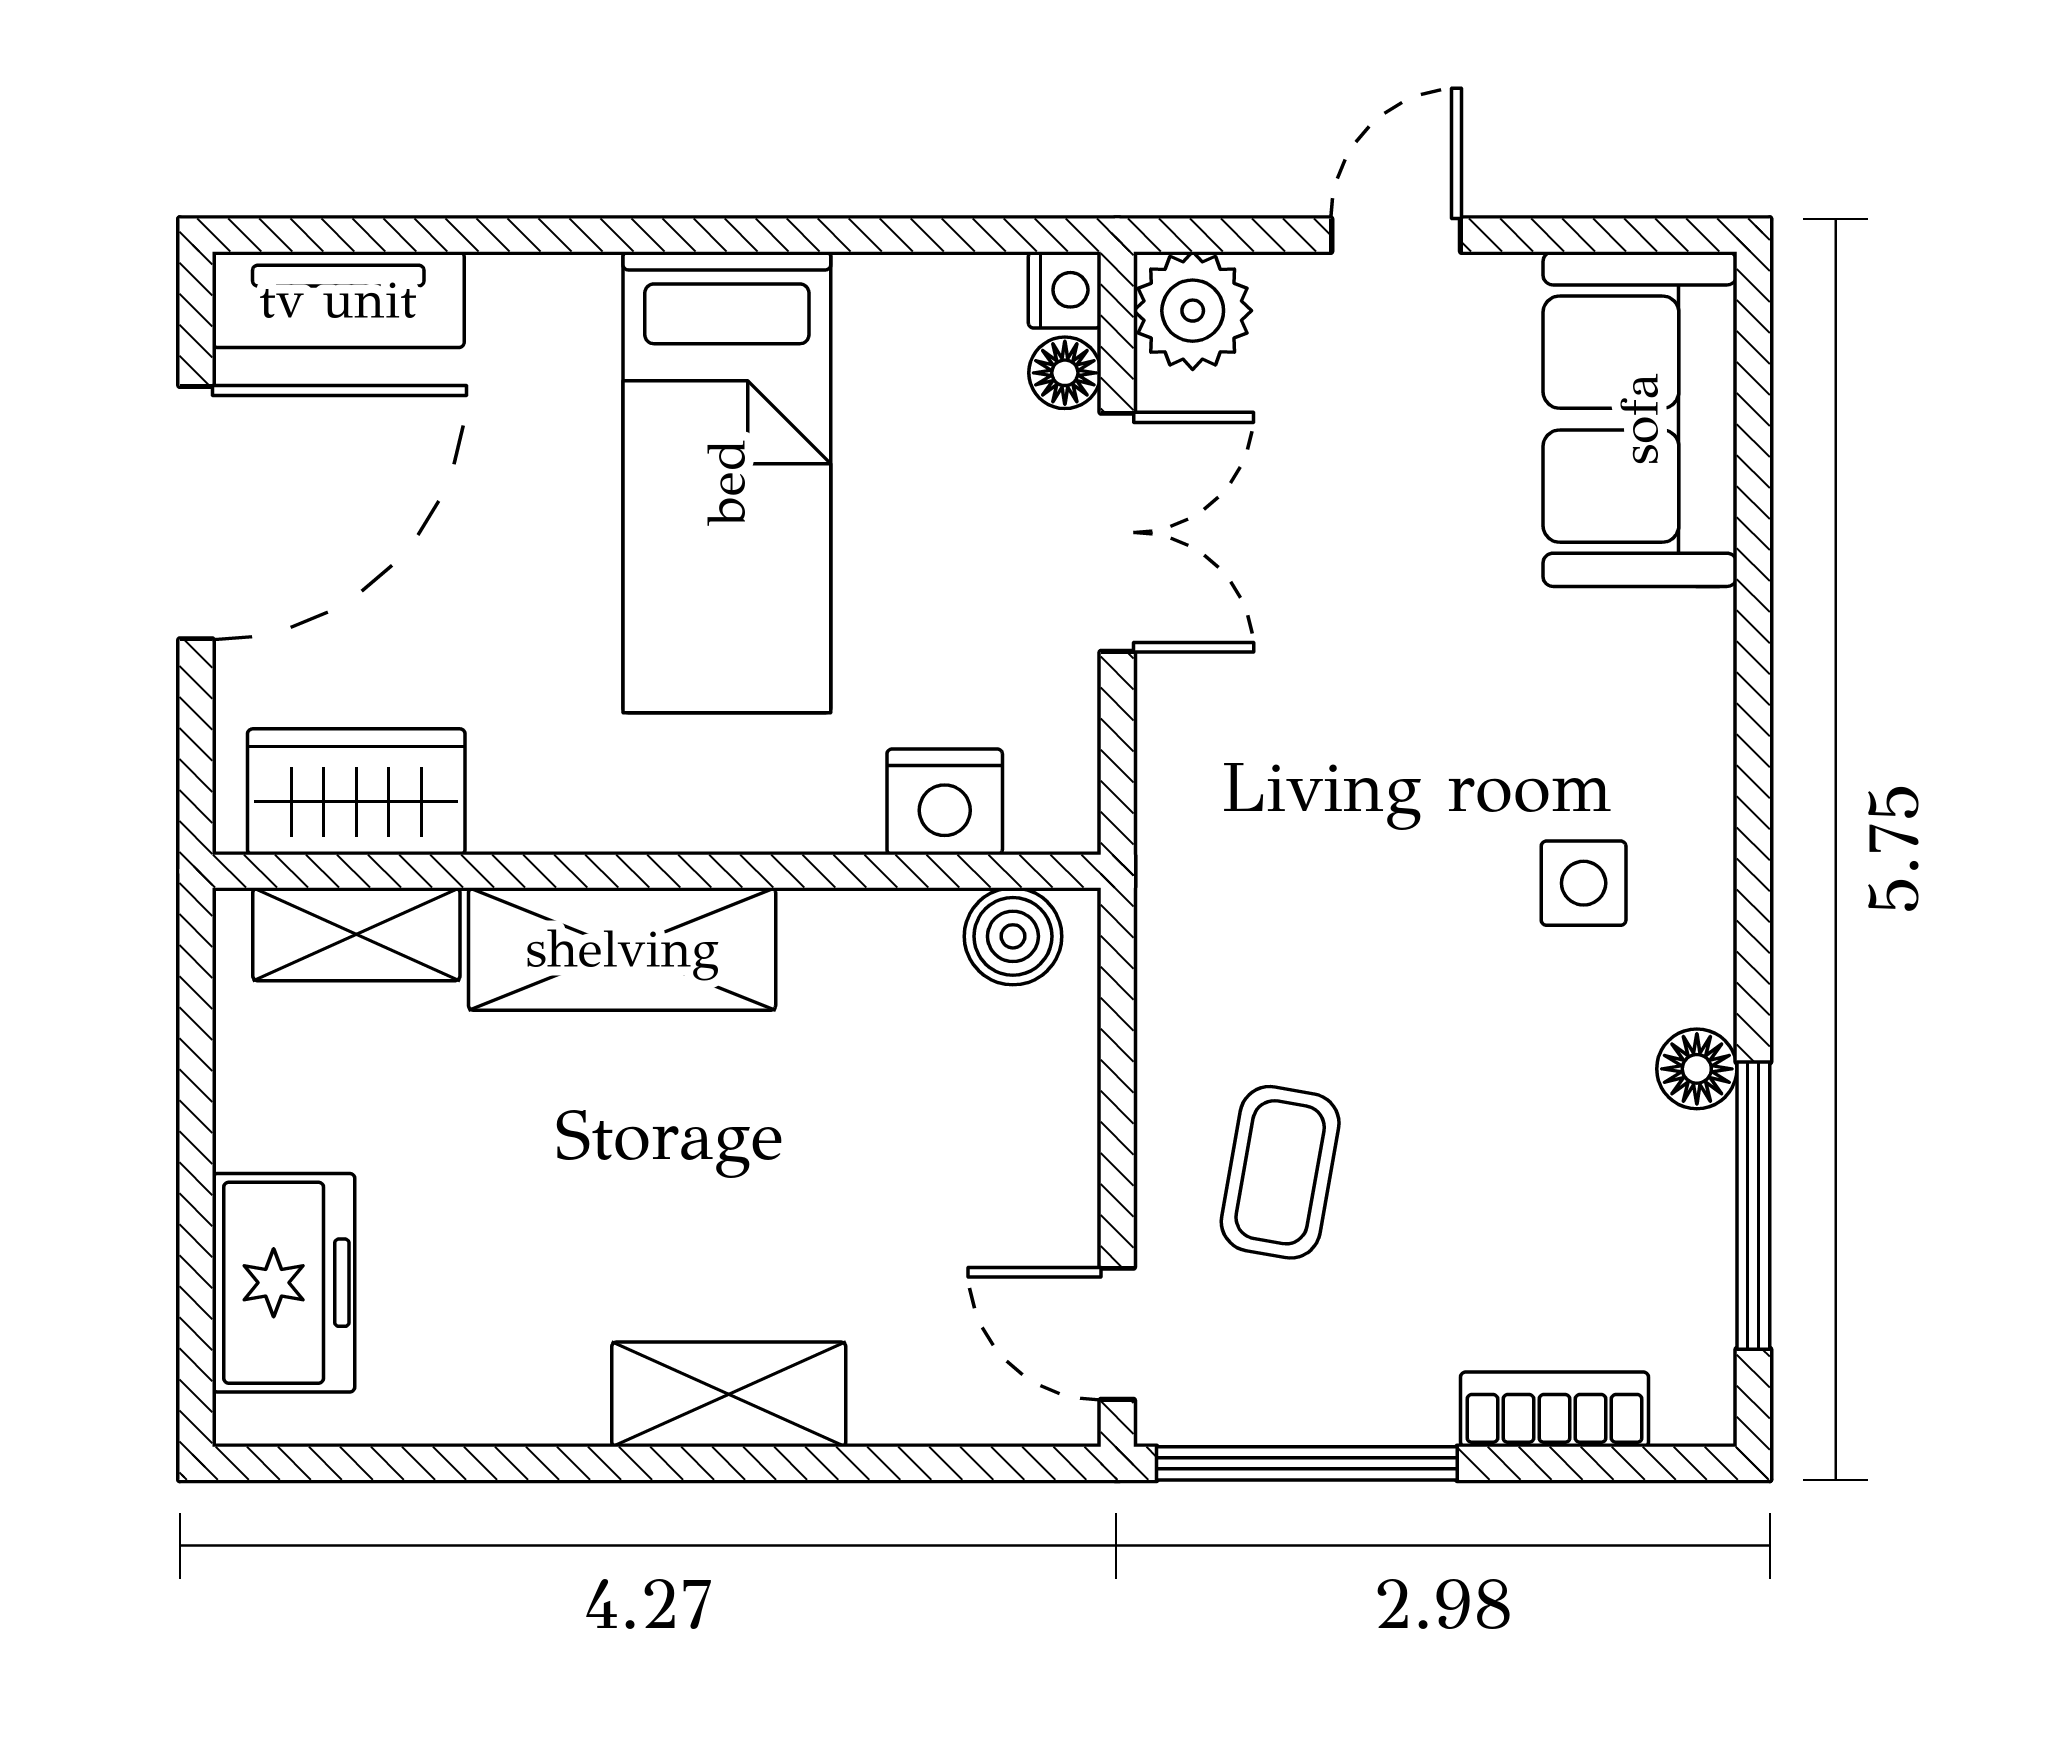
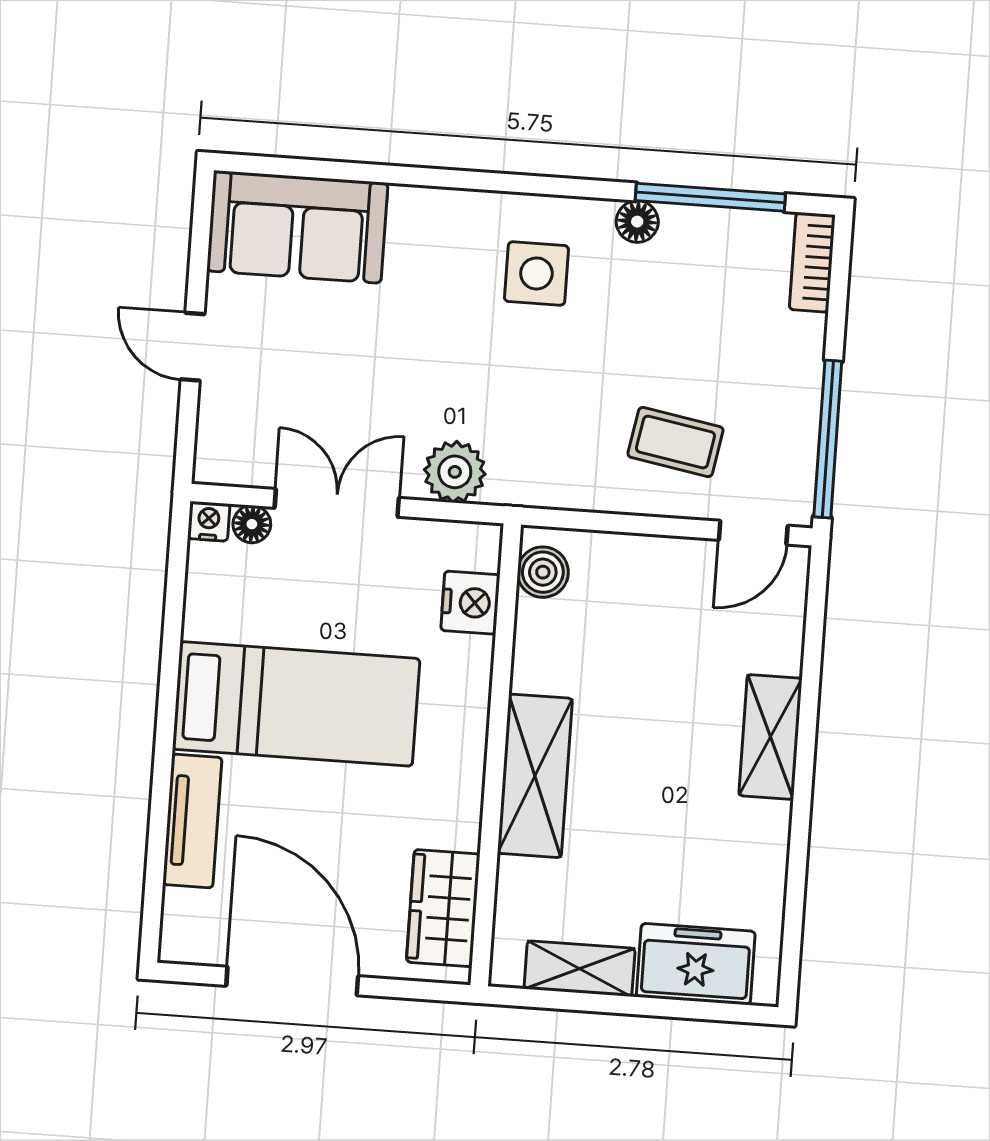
tv unit: (338, 300) -> (192, 821), moved
plant: (1193, 311) -> (455, 472), moved
side table: (1584, 883) -> (536, 273), width x1.37, depth x1.37
shelving: (356, 934) -> (580, 969), moved, turned 90
bookcase: (1554, 1409) -> (812, 262), moved

